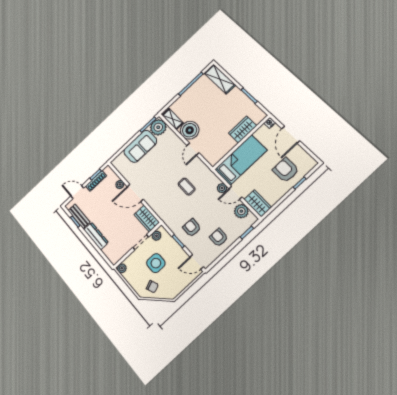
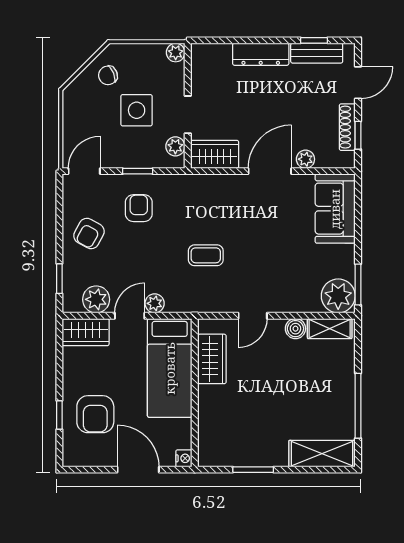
wardrobe: (243, 129) -> (212, 359), moved
boiler: (190, 130) -> (295, 329), width x0.54, depth x0.54
sofa: (140, 146) -> (335, 209), moved
door: (193, 149) -> (253, 316), swing flipped
armchair: (286, 170) -> (95, 414), turned 90
armchair: (192, 228) -> (139, 208), turned -92
armchair: (219, 238) -> (89, 234), turned 119

